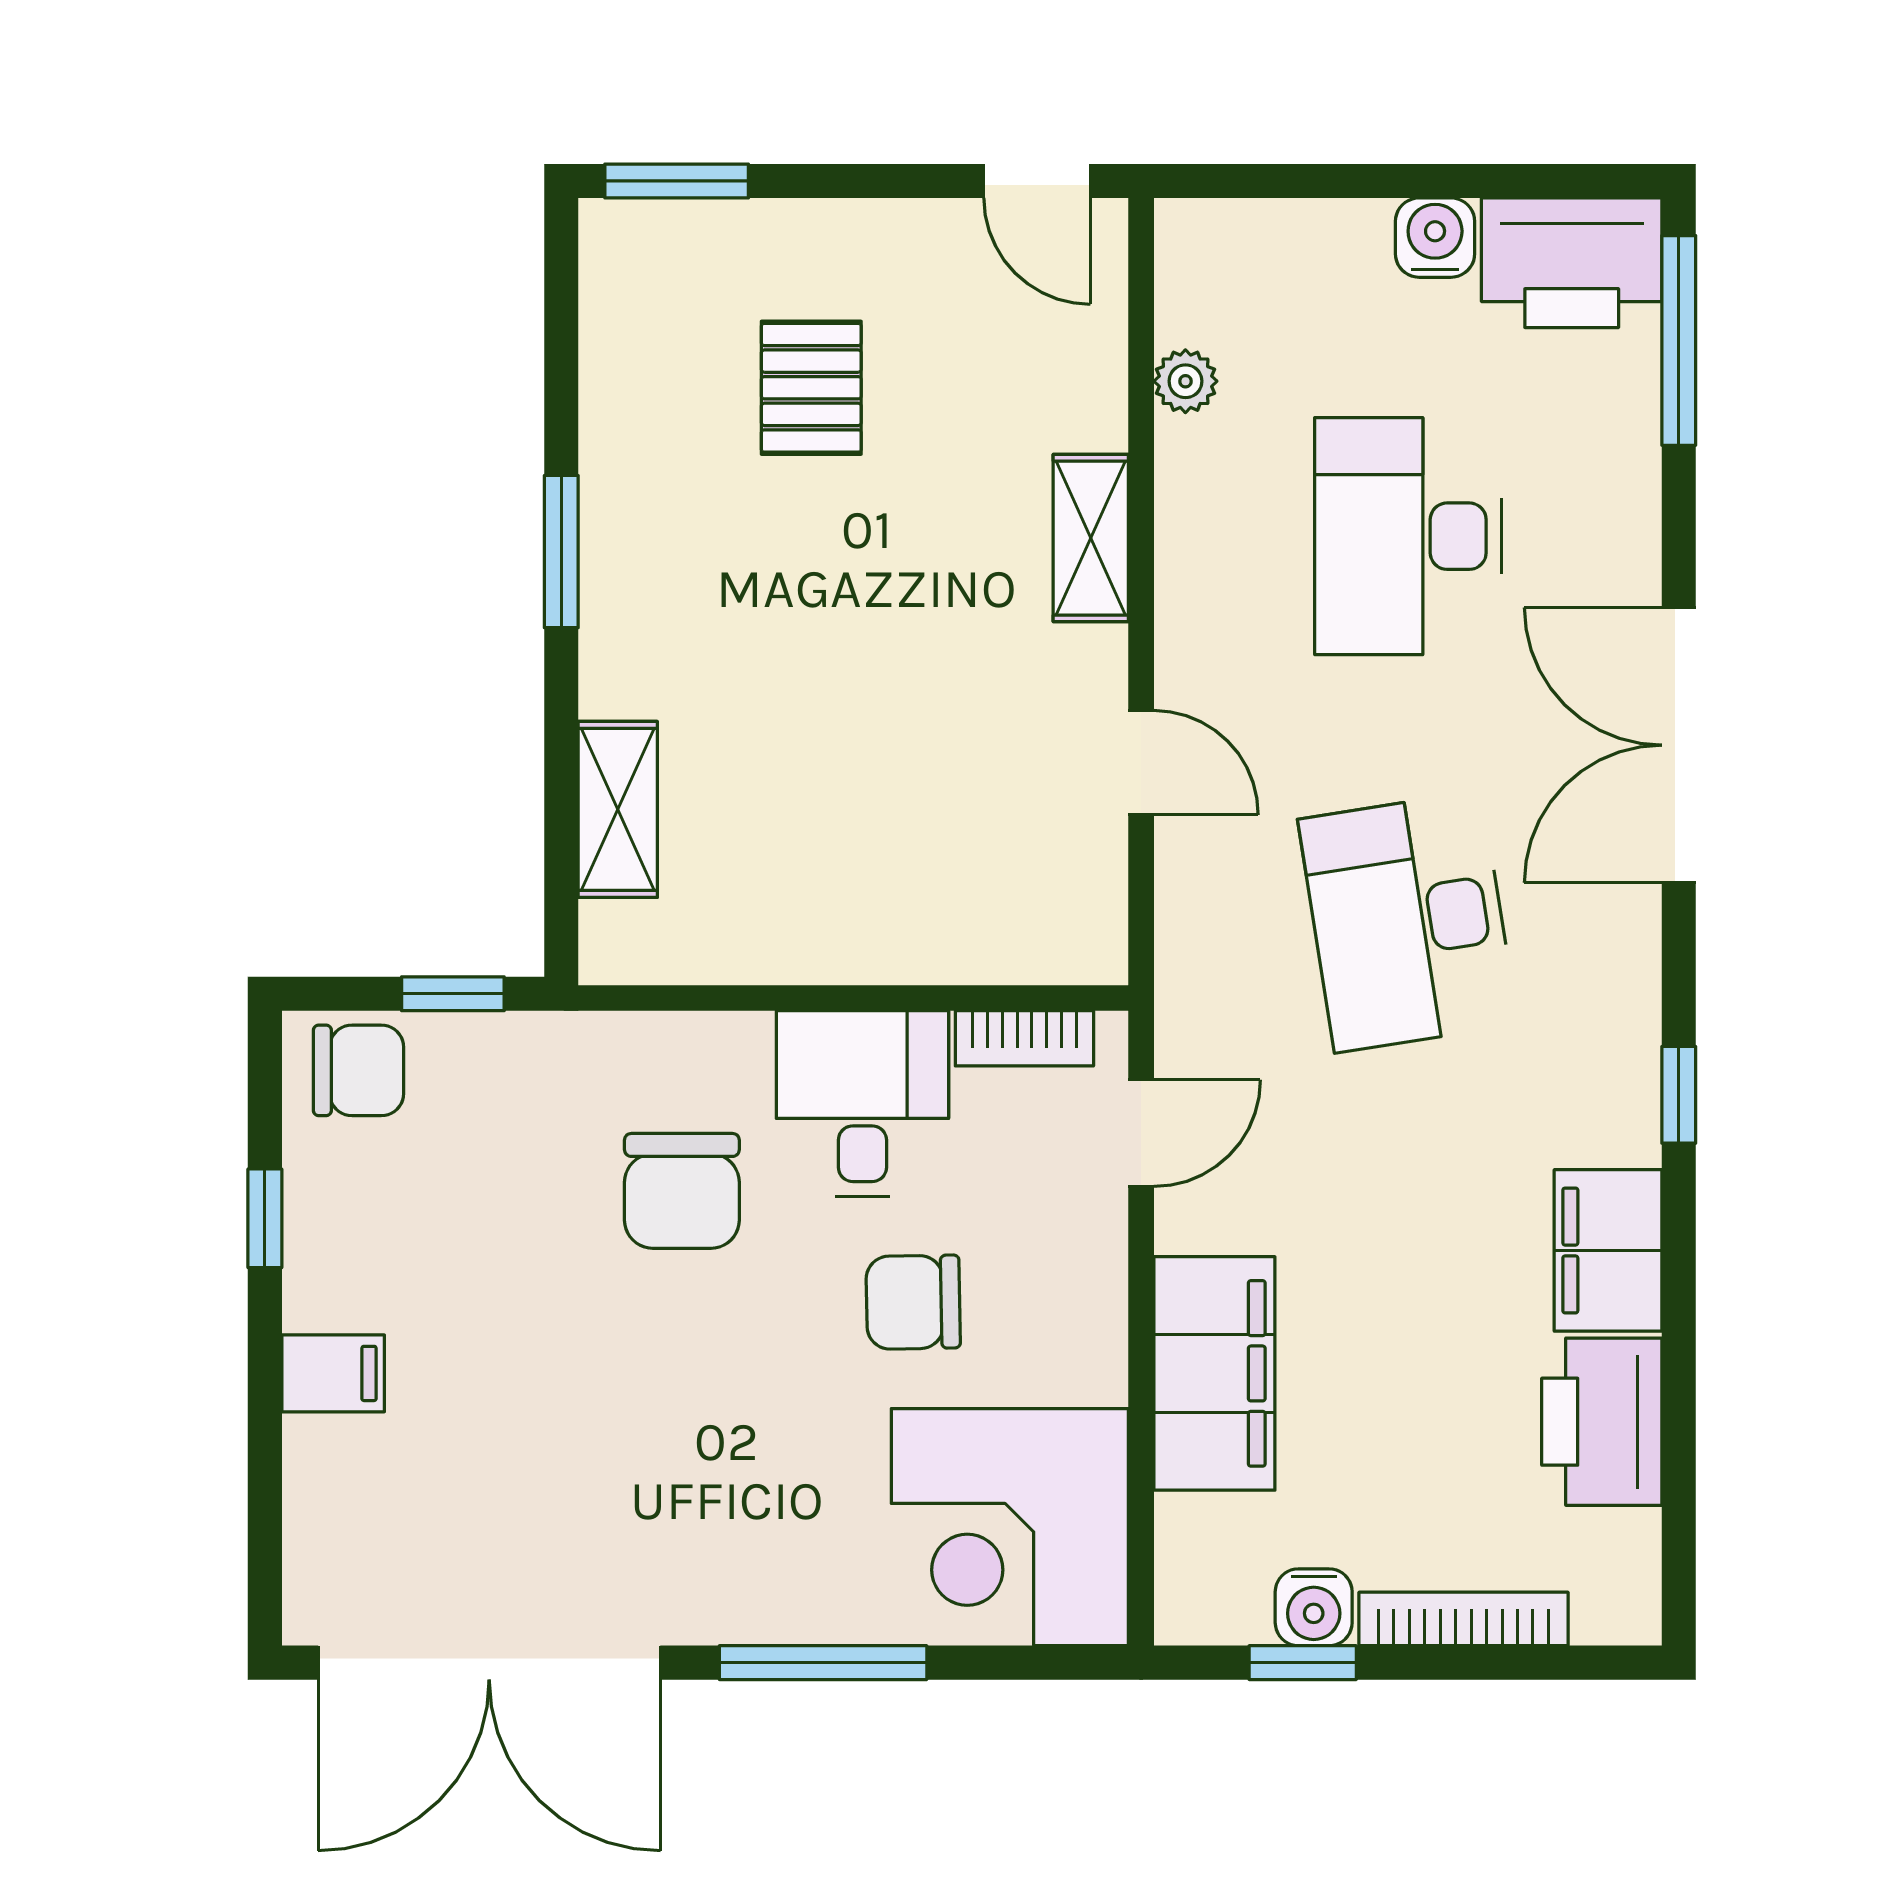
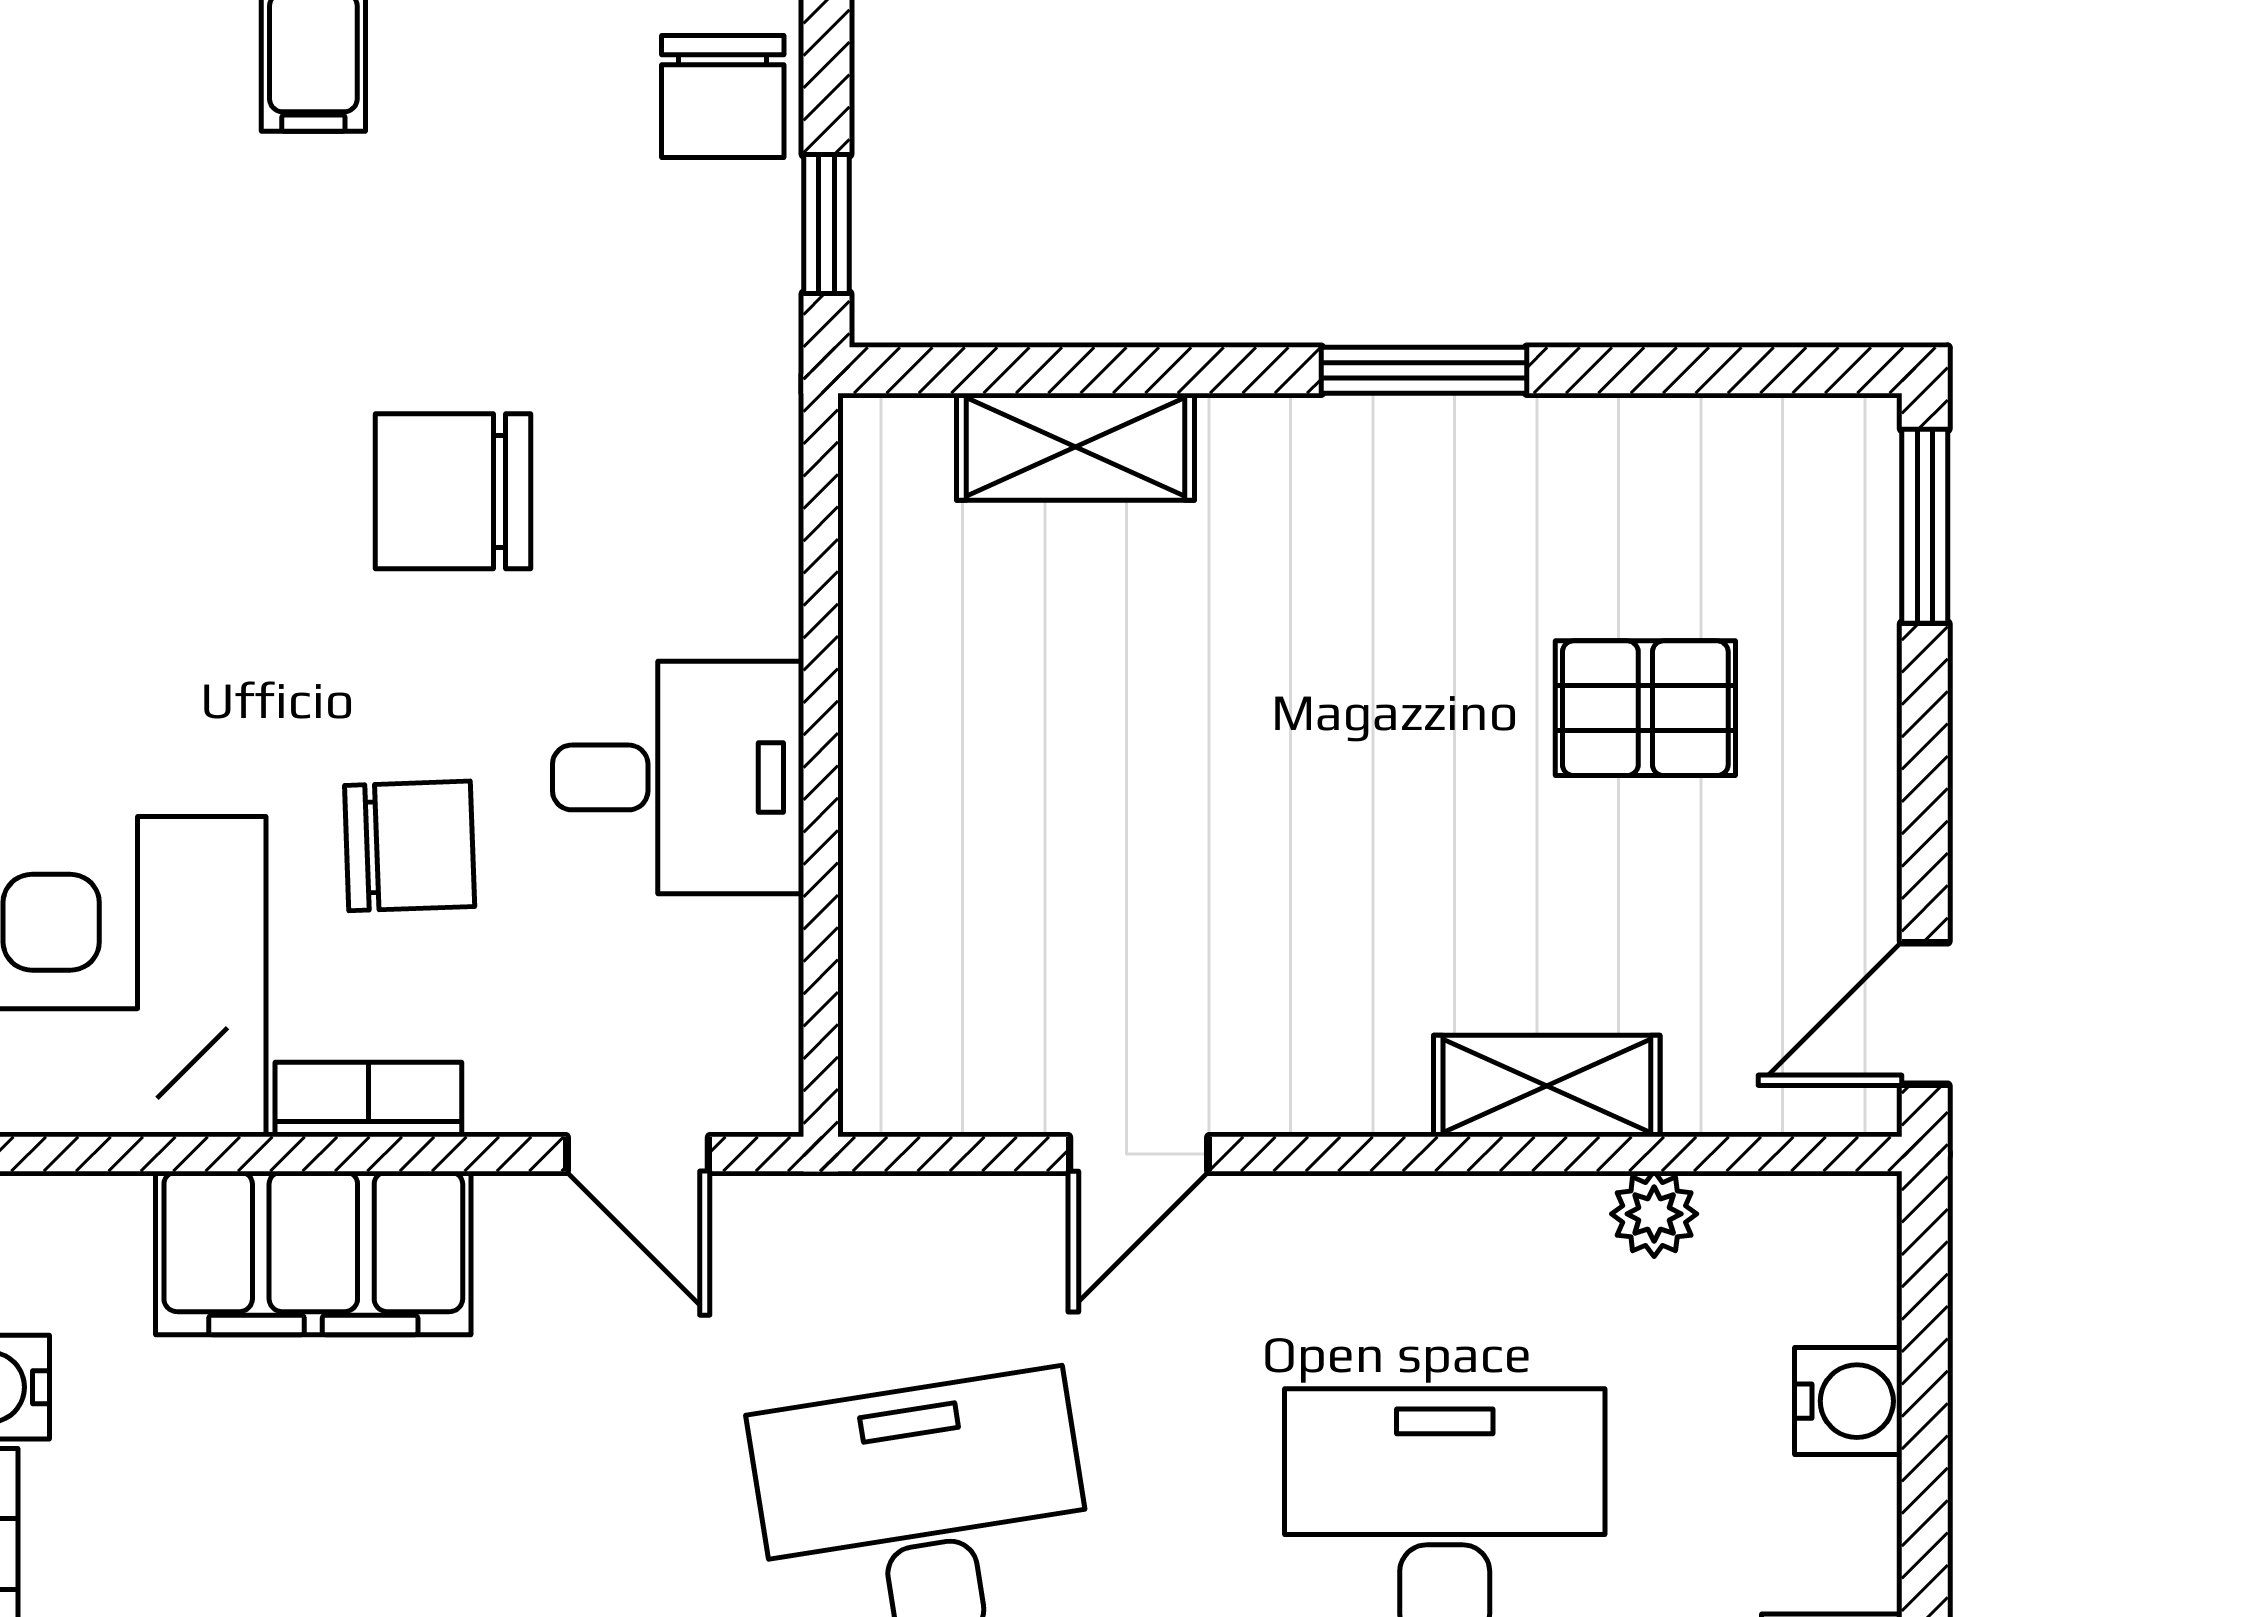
water cooler: (1435, 238) -> (1848, 1401), moved
shelving: (1091, 538) -> (1547, 1086), moved
bookcase: (1024, 1038) -> (368, 1100), moved, turned 90
chair: (682, 1191) -> (453, 491), moved
chair: (913, 1302) -> (410, 846), turned 89

